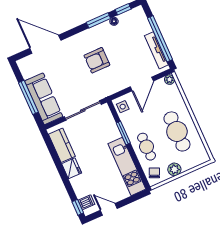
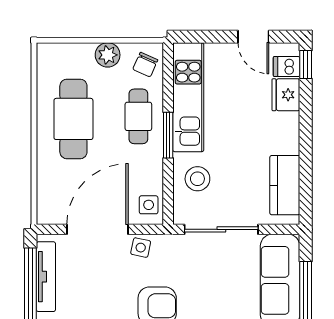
plant: (170, 80) -> (46, 215), removed
door: (142, 84) -> (97, 229), width x1.36
side table: (117, 85) -> (141, 248), added
stool: (105, 130) -> (197, 179), added
window: (123, 133) -> (168, 135), moved
fridge: (72, 168) -> (286, 95), moved

